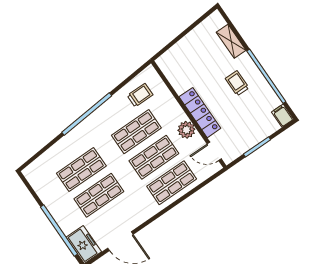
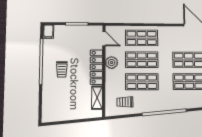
shelving: (231, 41) -> (97, 98), moved

